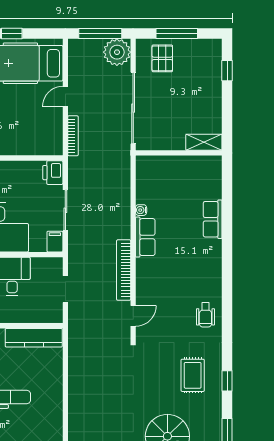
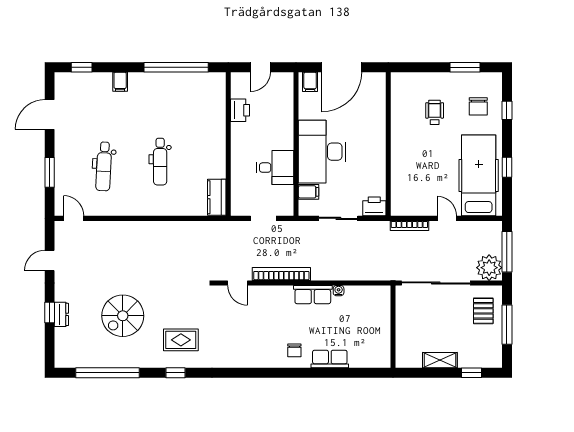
pallet: (162, 58) -> (483, 311), turned 90
shelving: (204, 142) -> (440, 360), moved, turned 90
filing cabinet: (55, 242) -> (308, 192), moved
chair: (204, 256) -> (294, 350), added
wheelchair: (205, 315) -> (239, 352), removed
kitchen counter: (34, 338) -> (217, 197), width x0.67

